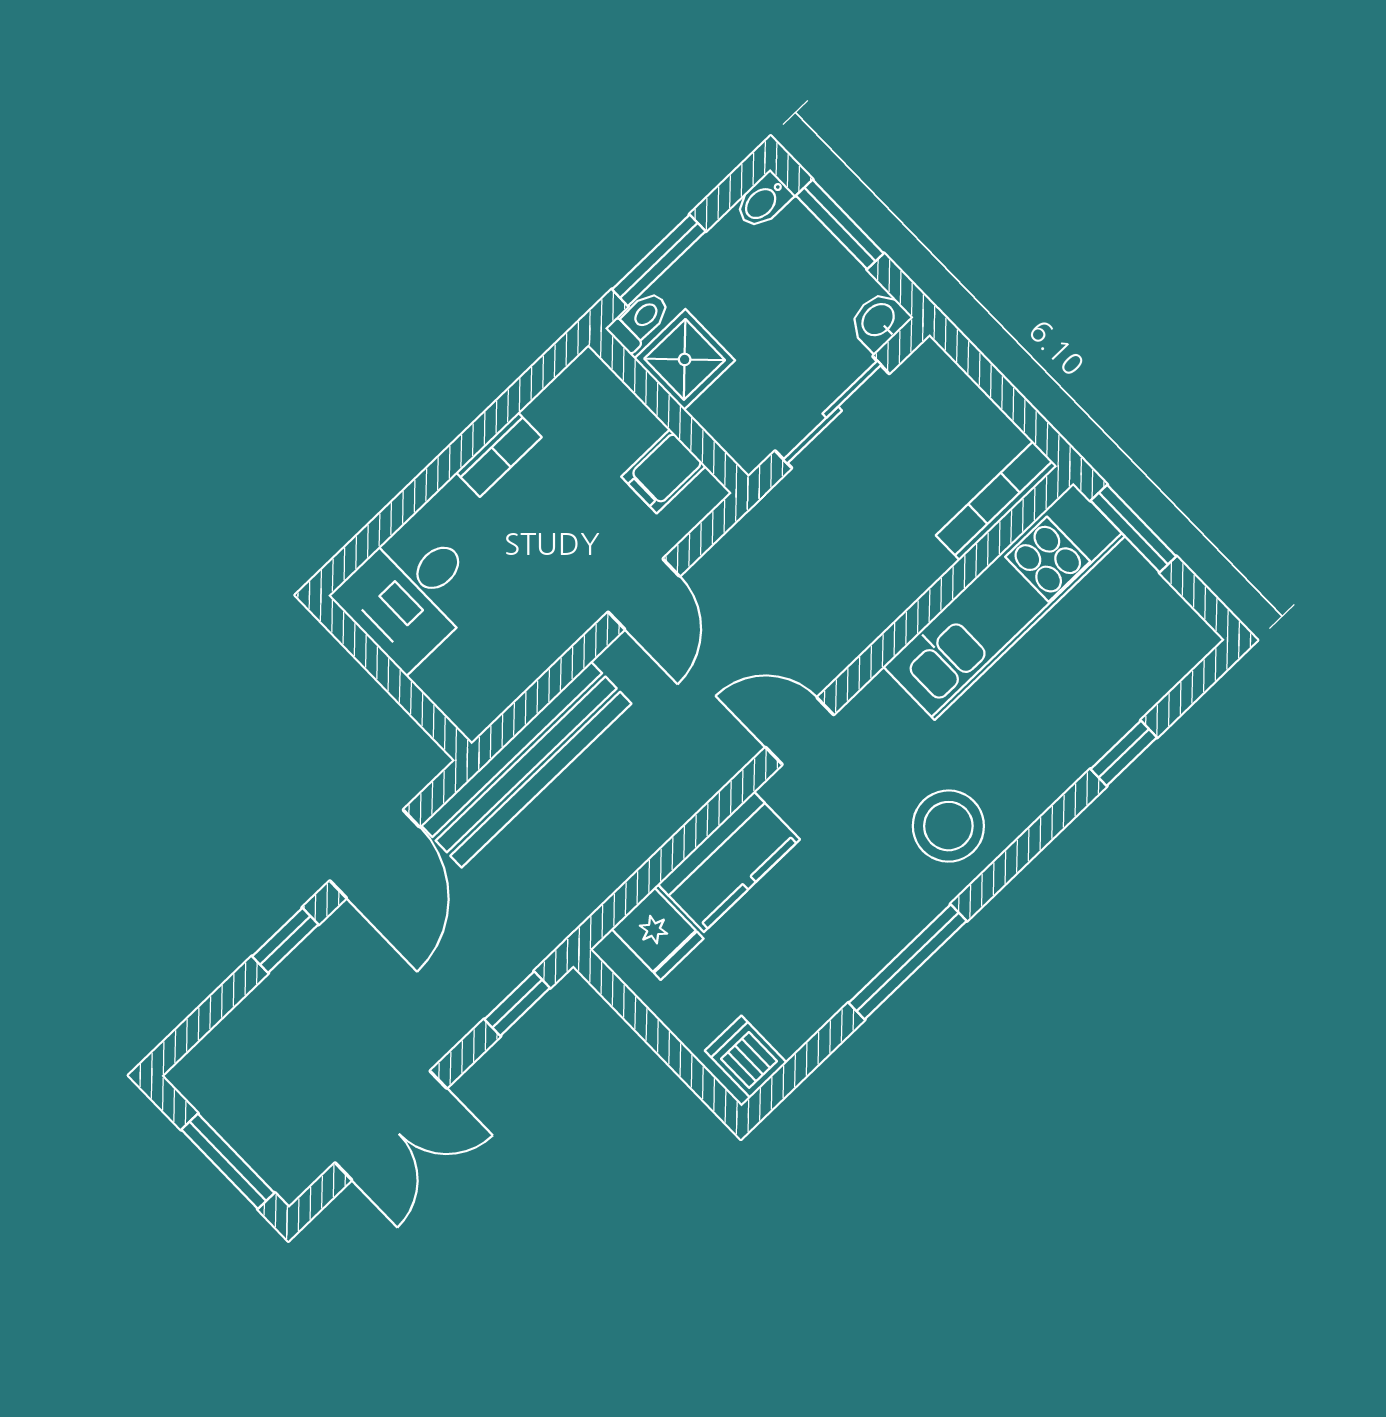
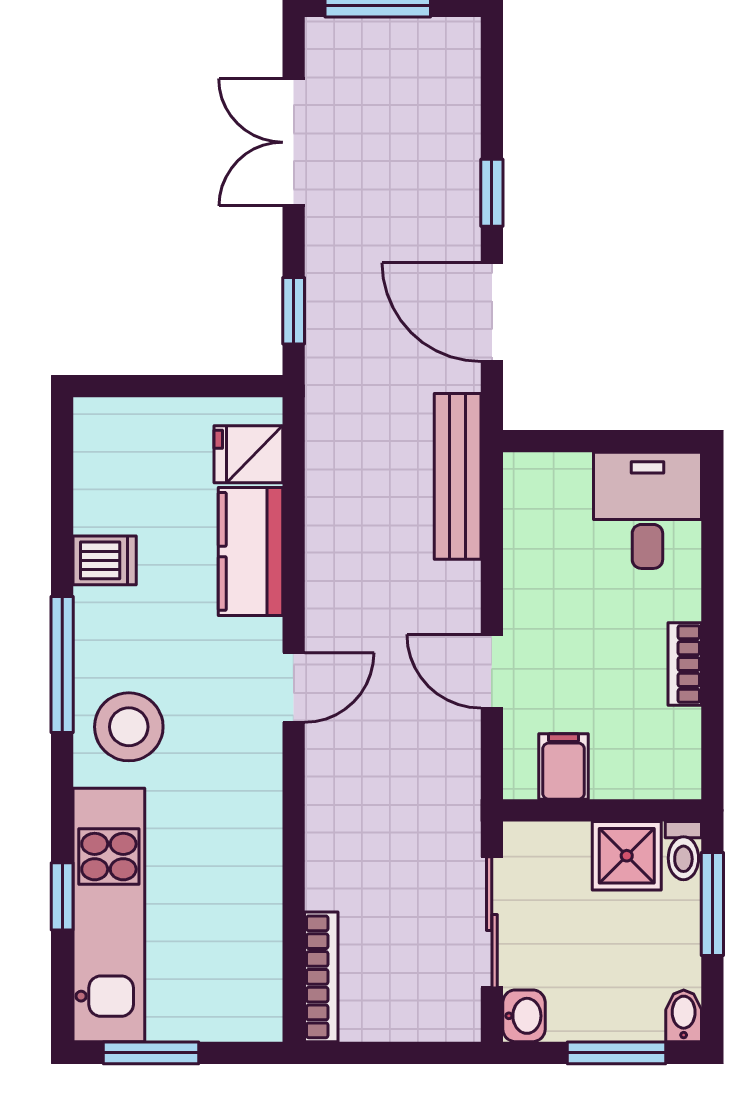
window: (1133, 529) -> (151, 1053), moved
kitchen unit: (1004, 601) -> (109, 915), moved, turned 180
bench: (526, 764) -> (458, 476), width x0.73, depth x0.82
window: (908, 962) -> (62, 664), moved
dishwasher: (746, 1057) -> (105, 560), moved

